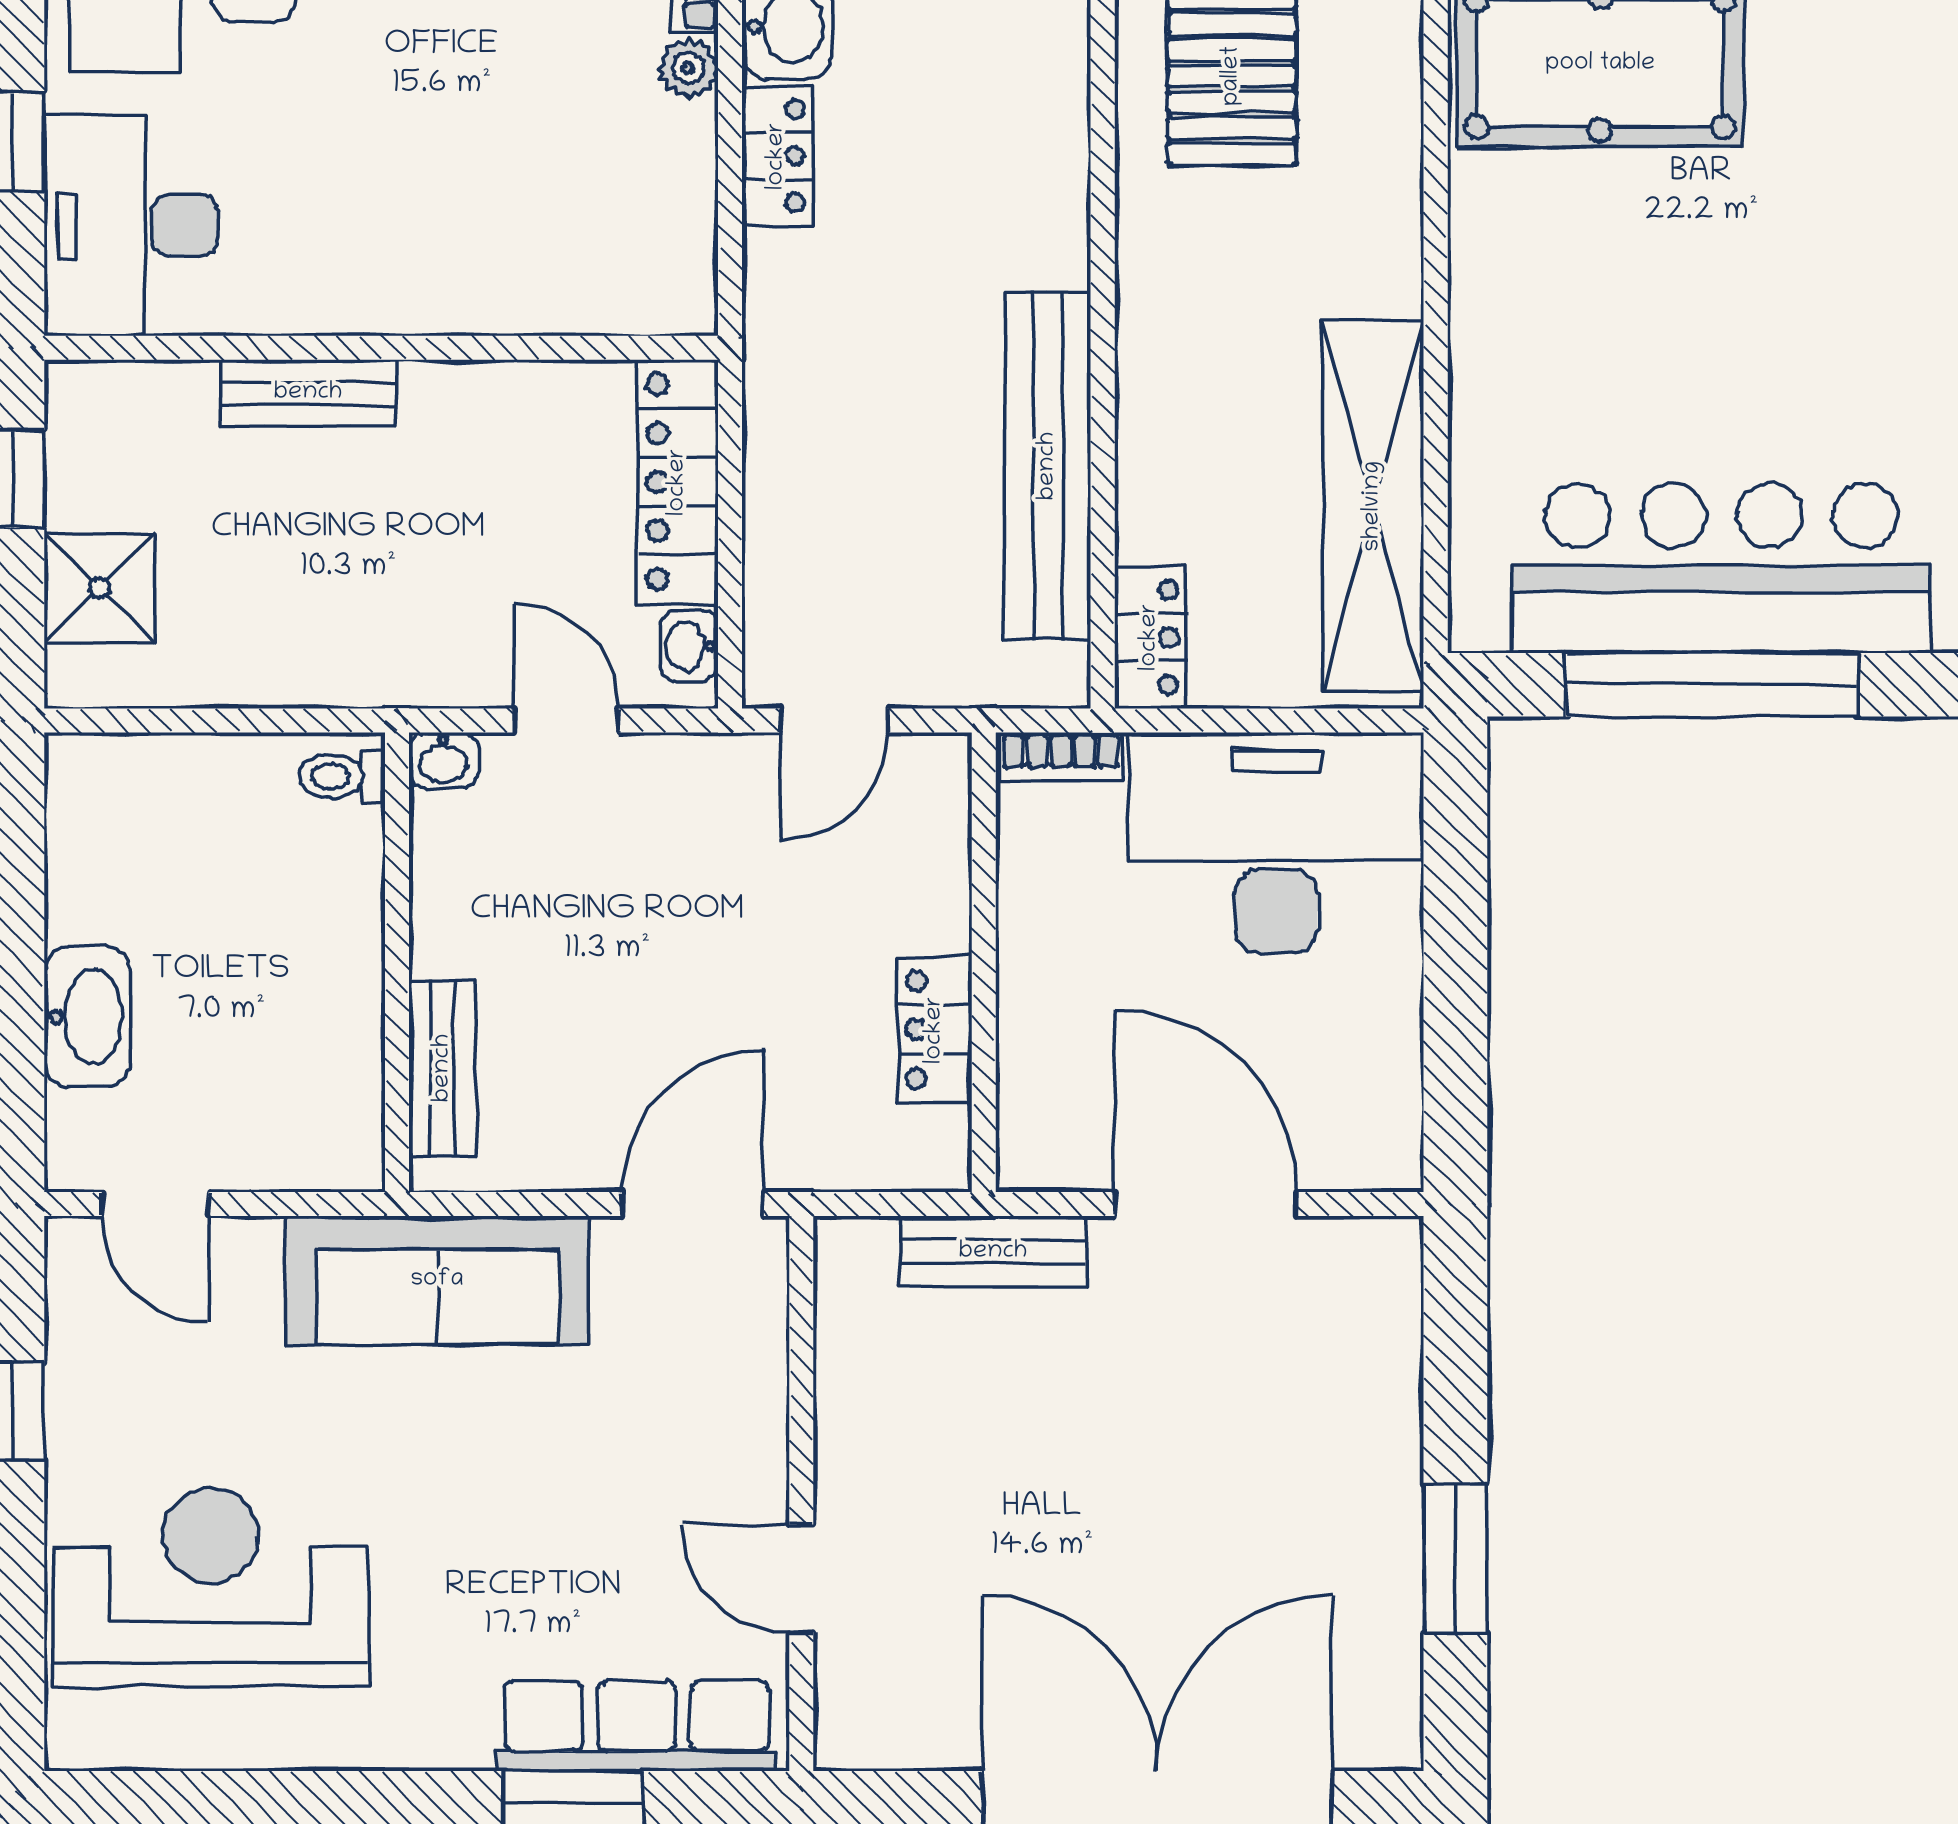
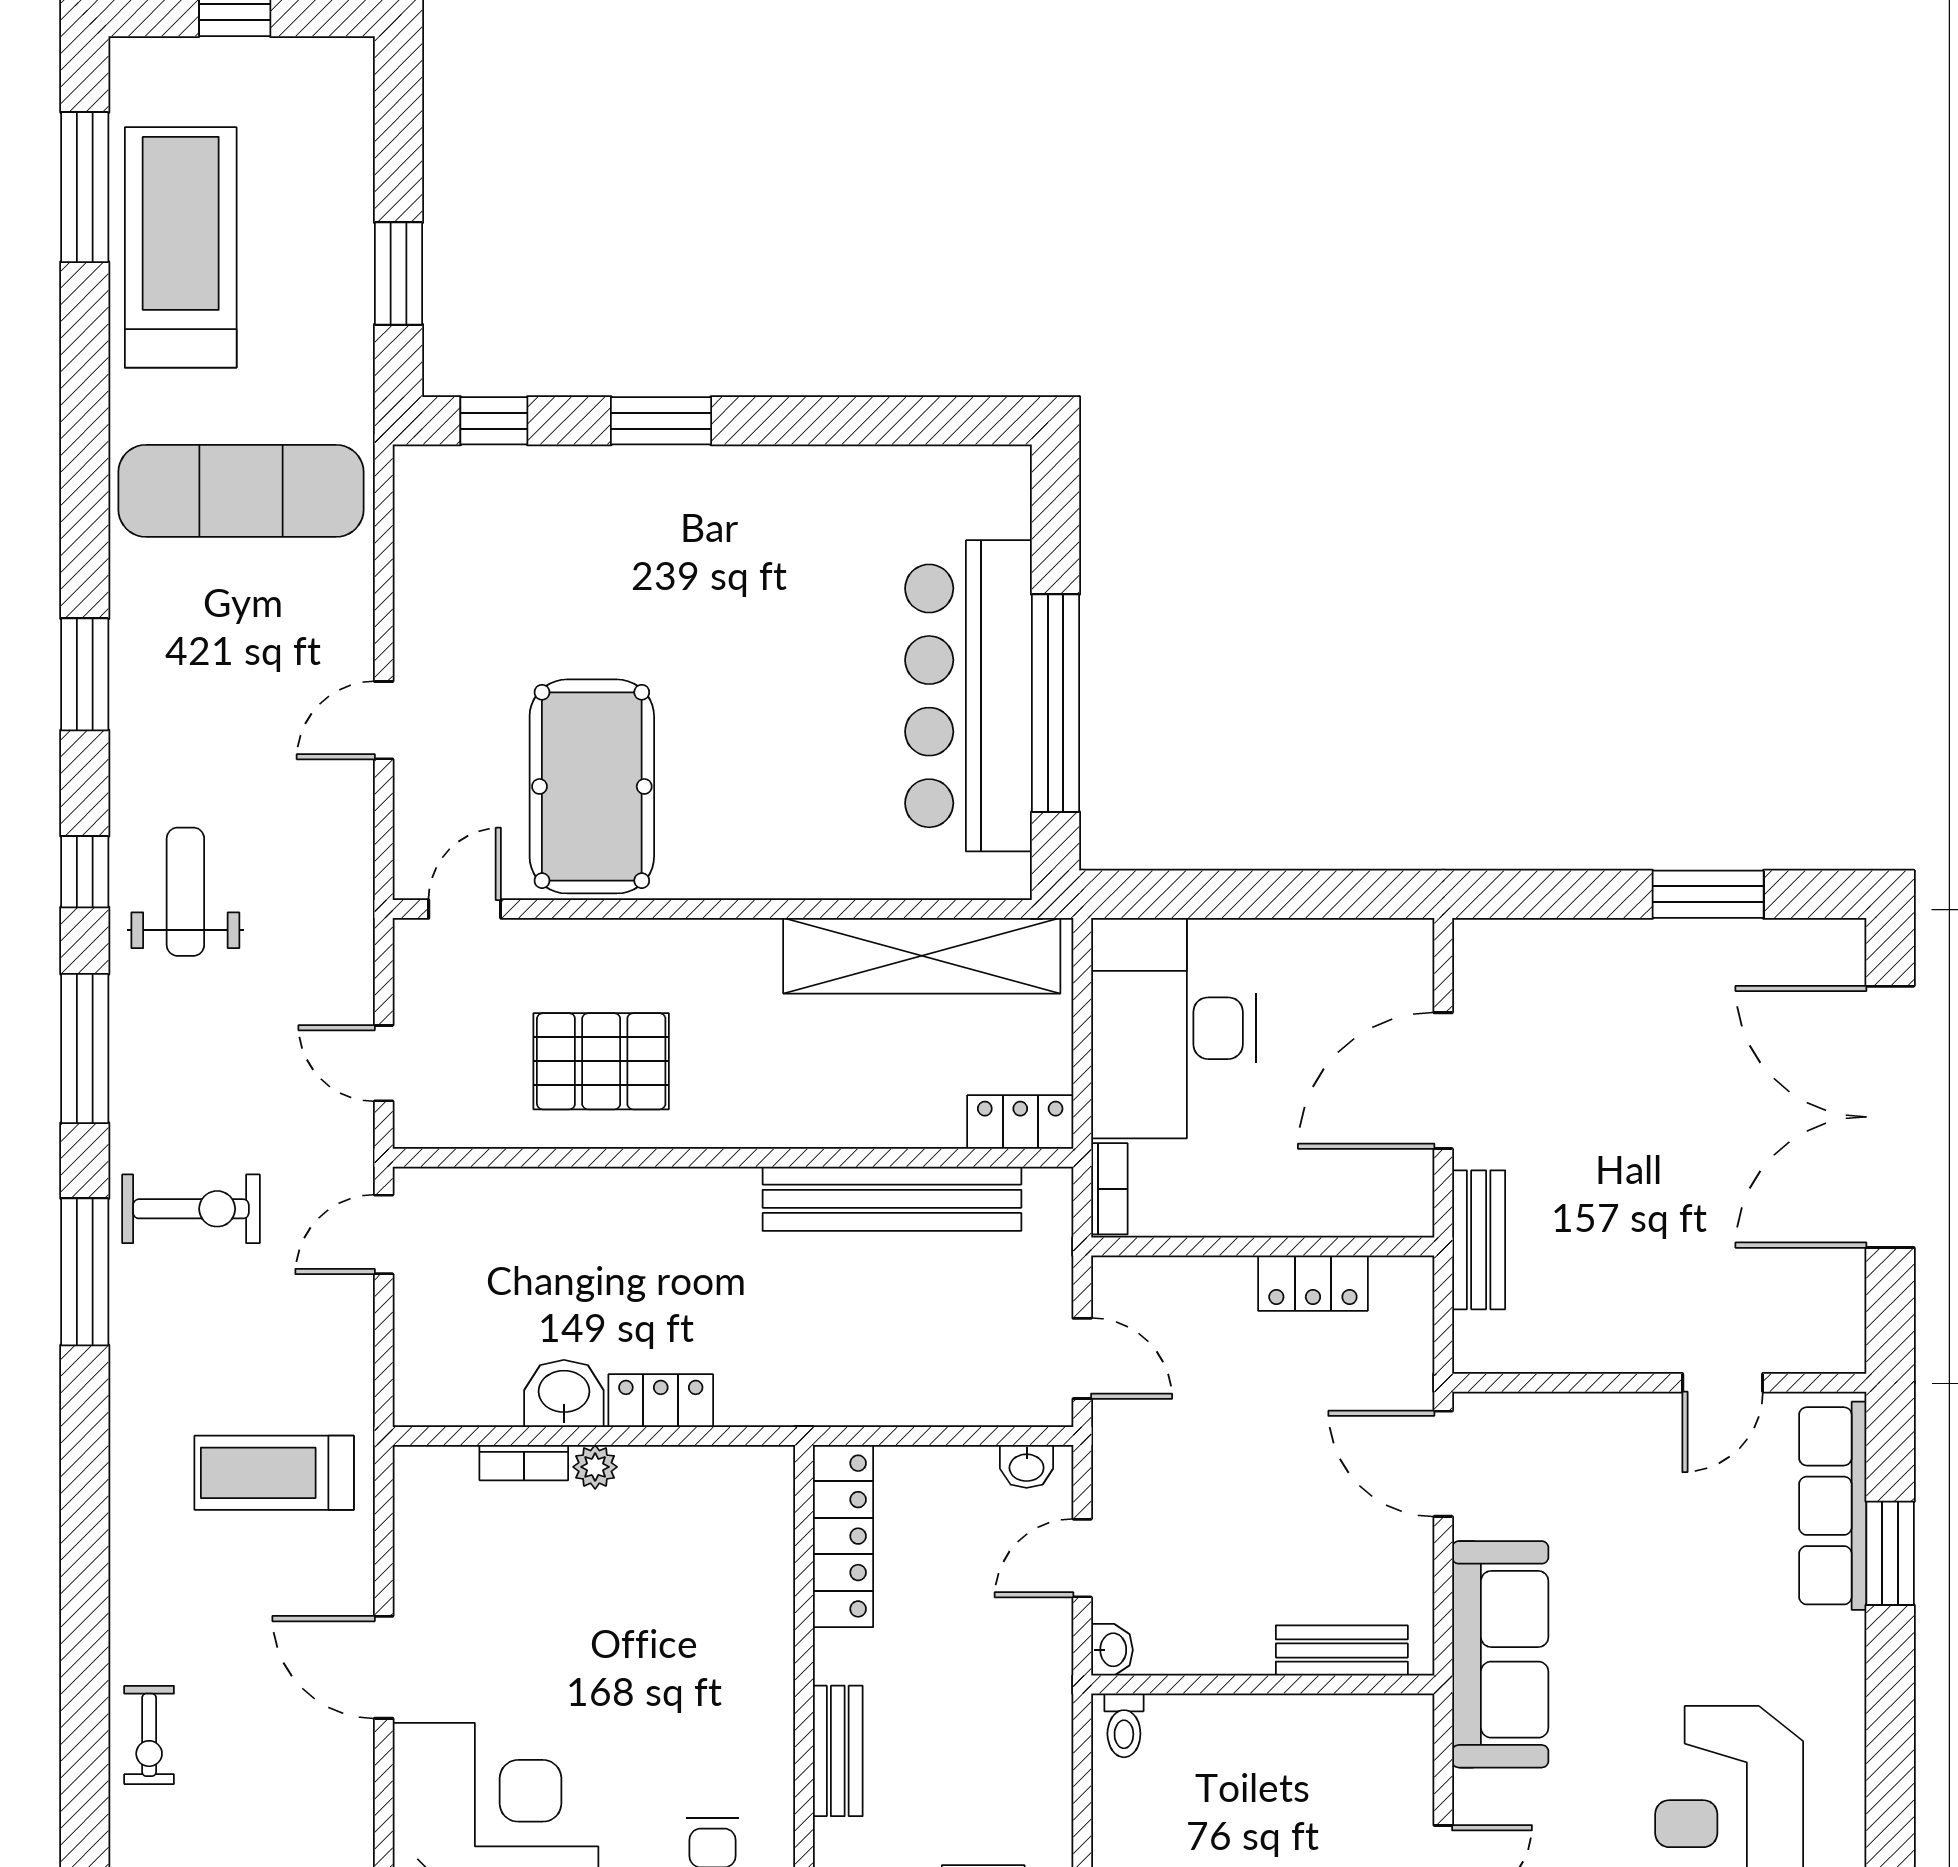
locker: (678, 482) -> (843, 1536), moved, turned -90

